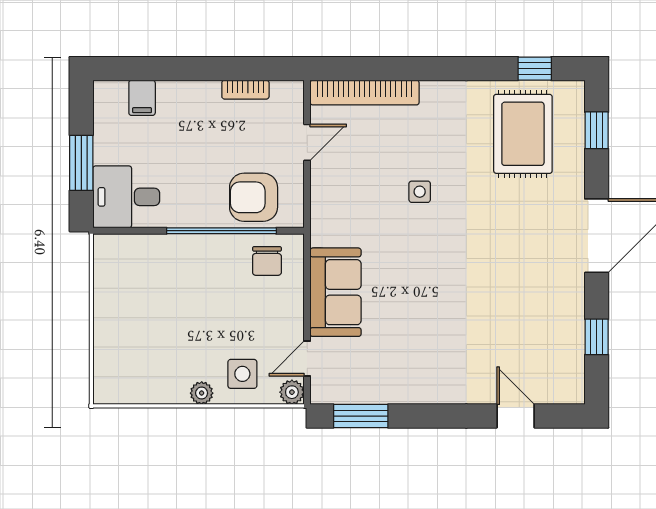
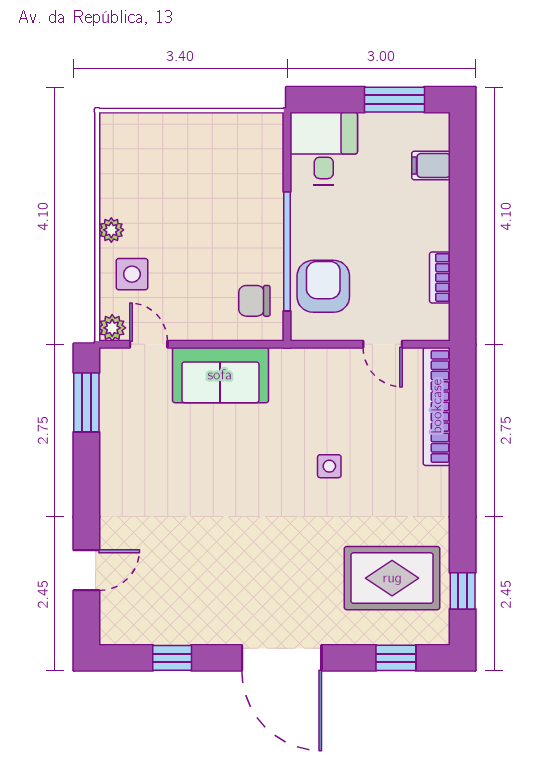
window: (81, 163) -> (394, 100), moved

